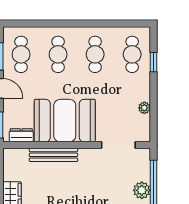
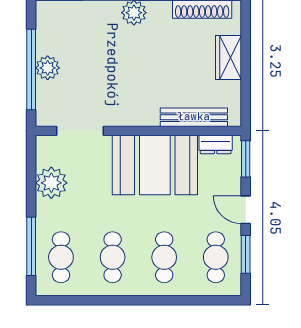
window: (153, 62) -> (31, 246), width x2.17
plant: (144, 108) -> (51, 183), width x1.88, depth x1.88
bench: (53, 155) -> (194, 117), moved

